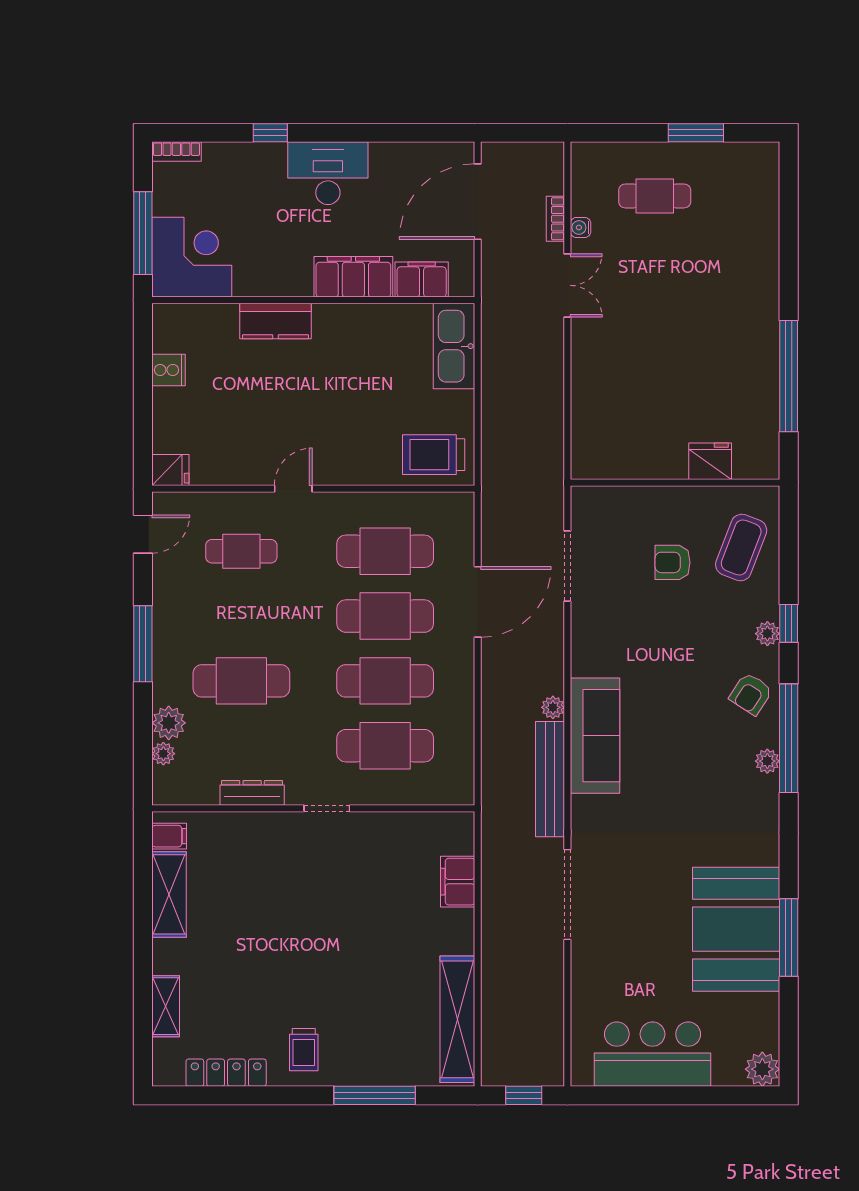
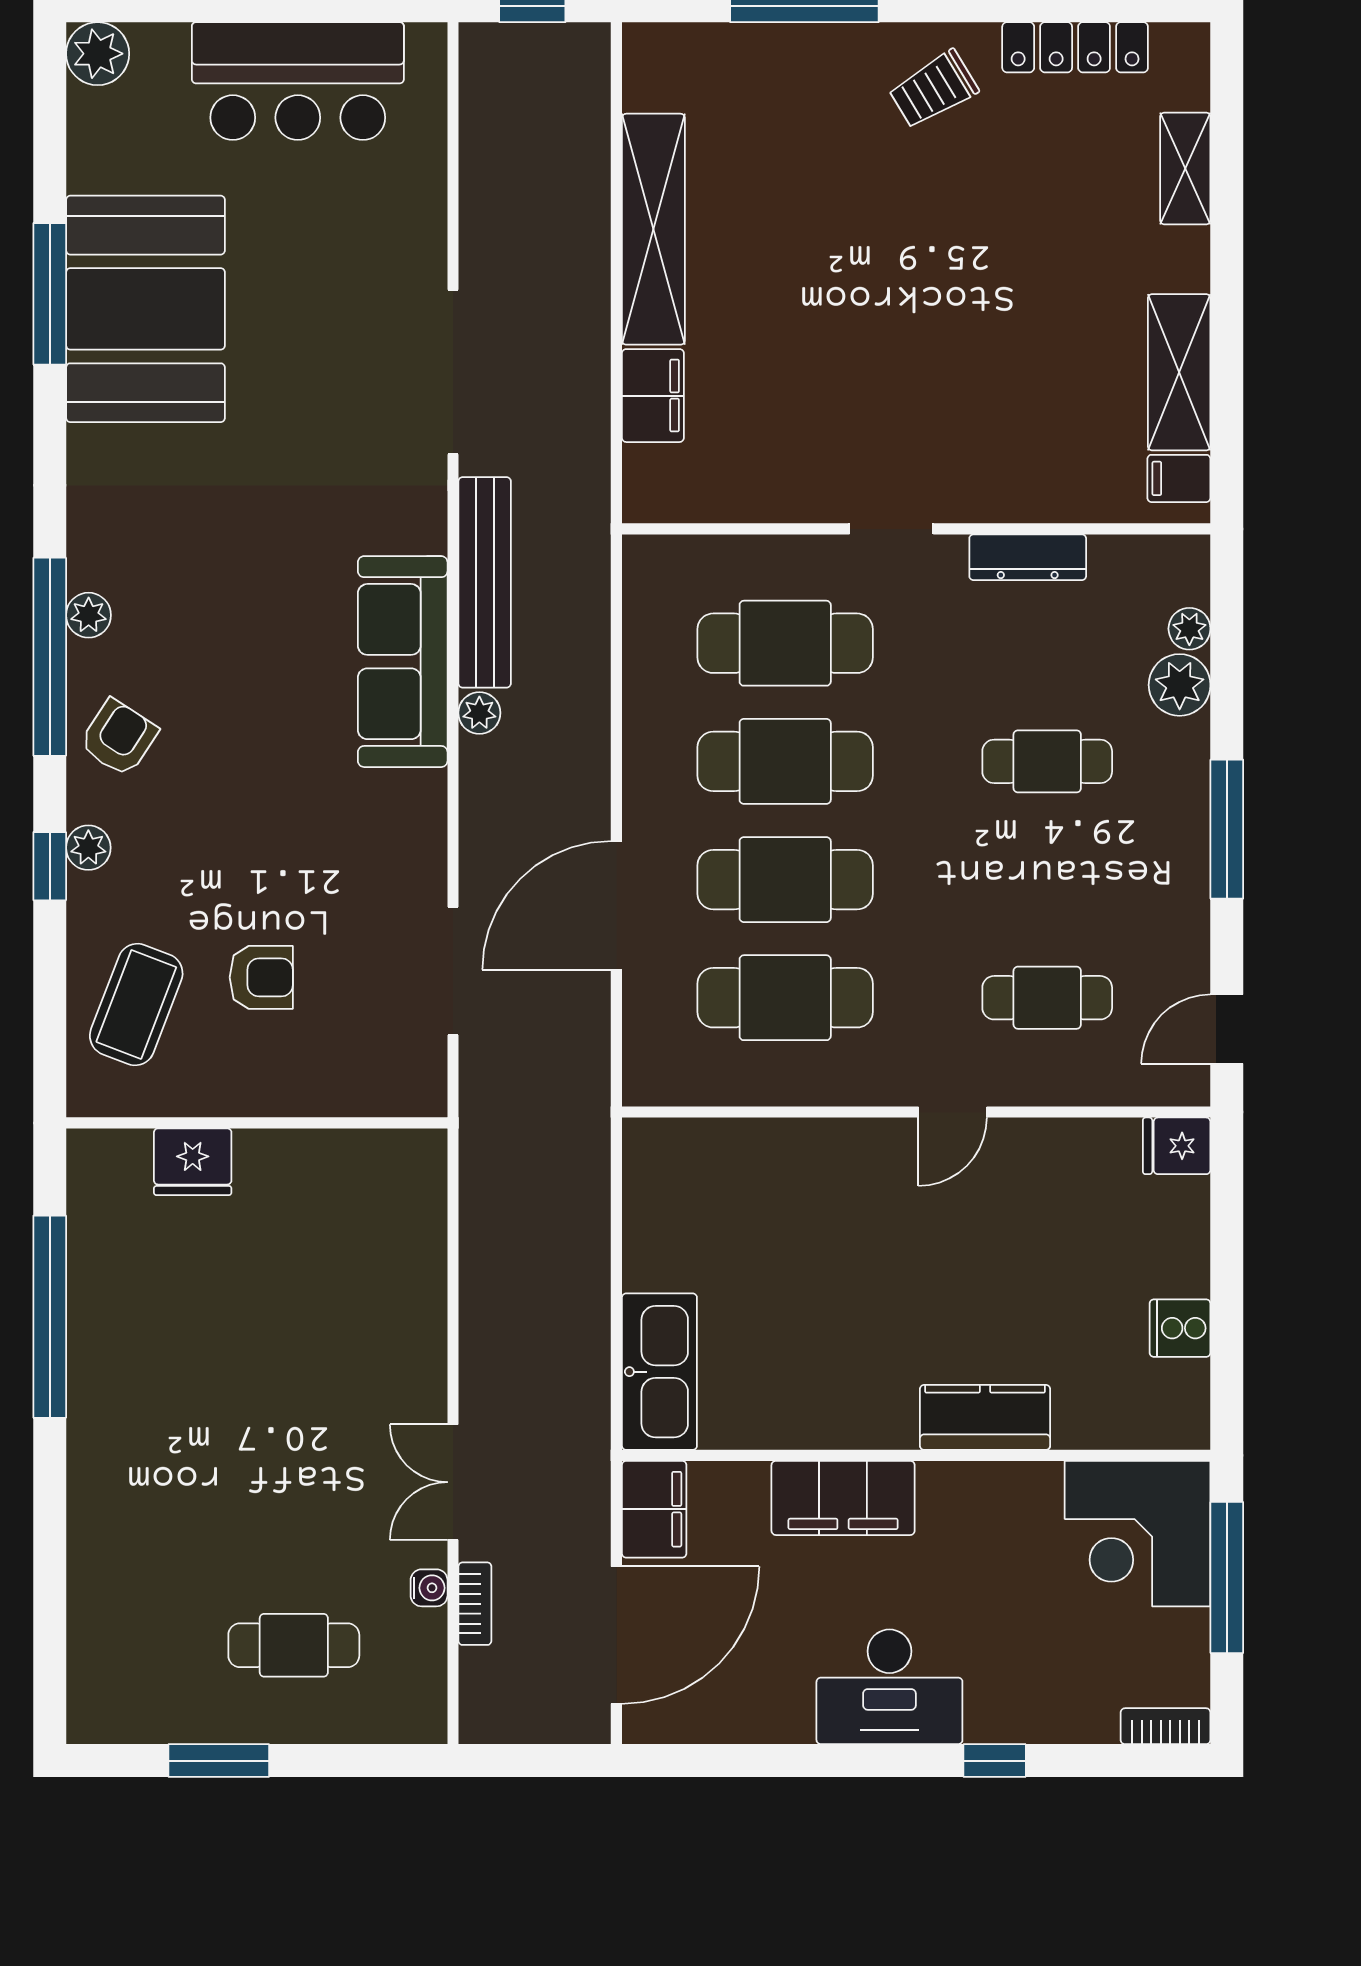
filing cabinet: (422, 279) -> (654, 1509), moved, turned -90
trolley: (434, 455) -> (697, 1174), removed
cafe table: (241, 681) -> (1047, 761), width x0.73, depth x0.74
shelving: (457, 1019) -> (653, 229), moved
trolley: (304, 1050) -> (934, 89), turned -121

